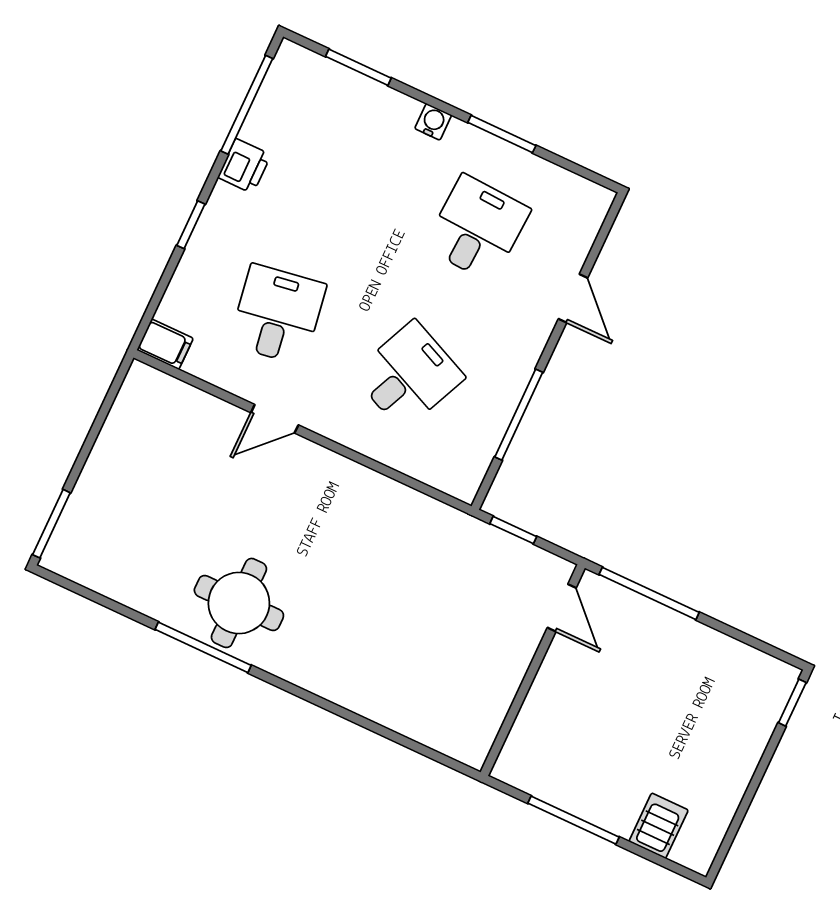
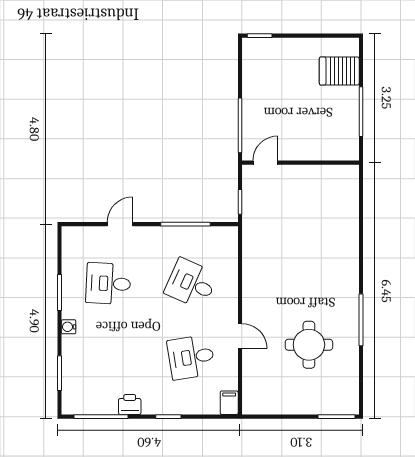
round table: (239, 603) -> (309, 345), moved
server rack: (659, 826) -> (339, 71), width x1.36, depth x1.44

